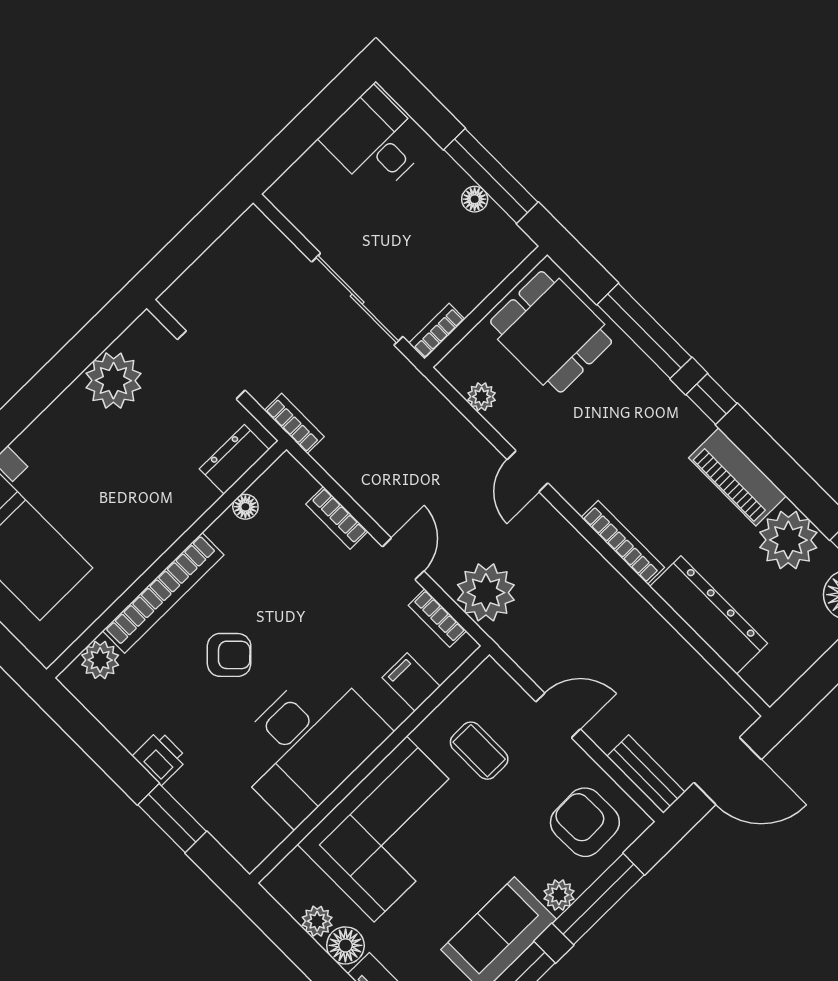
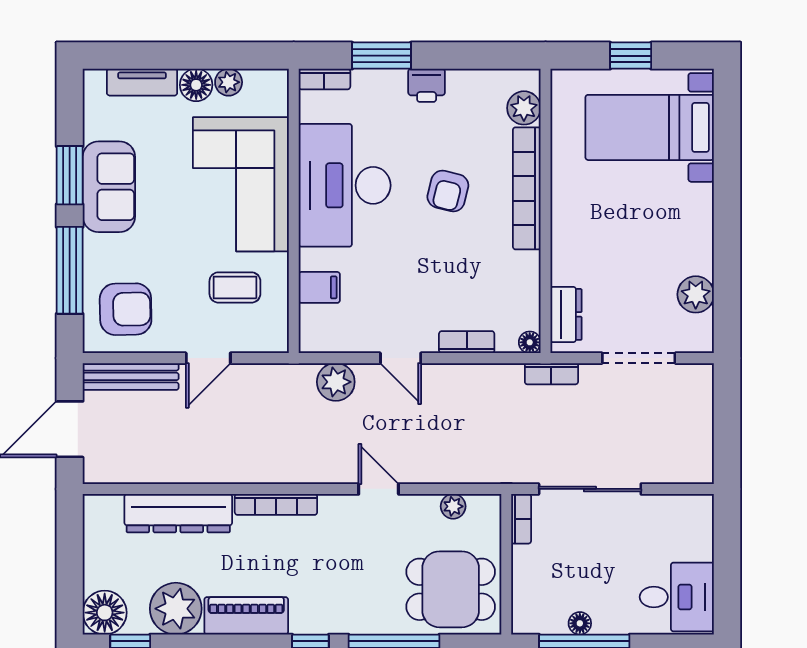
plant: (113, 381) -> (696, 294), width x0.73, depth x0.73
floor lamp: (245, 507) -> (530, 342), moved
plant: (486, 592) -> (336, 382), width x0.73, depth x0.73
bookcase: (437, 618) -> (324, 79), moved, turned 180
armchair: (229, 655) -> (448, 191), turned -31
bench: (646, 774) -> (131, 376), width x1.36
plant: (559, 895) -> (96, 248), removed

